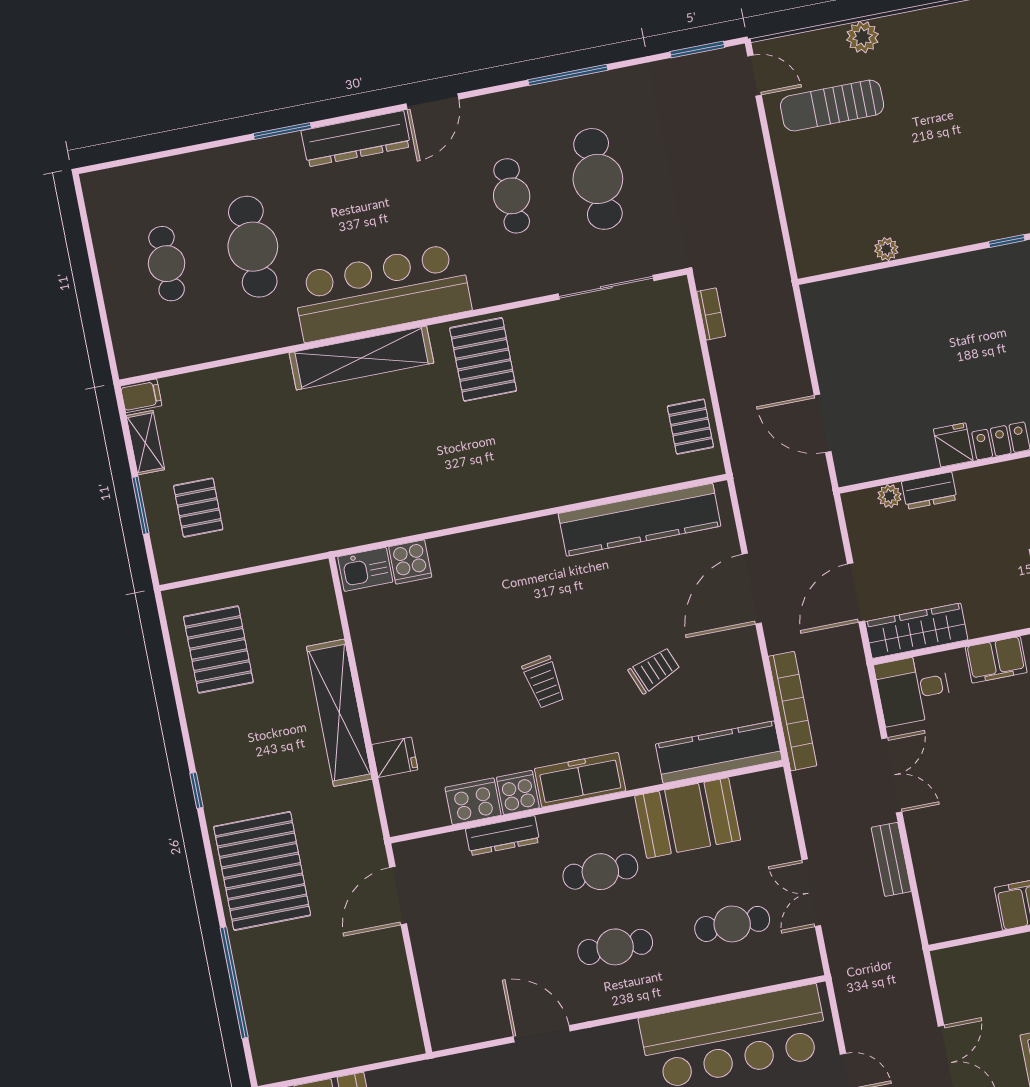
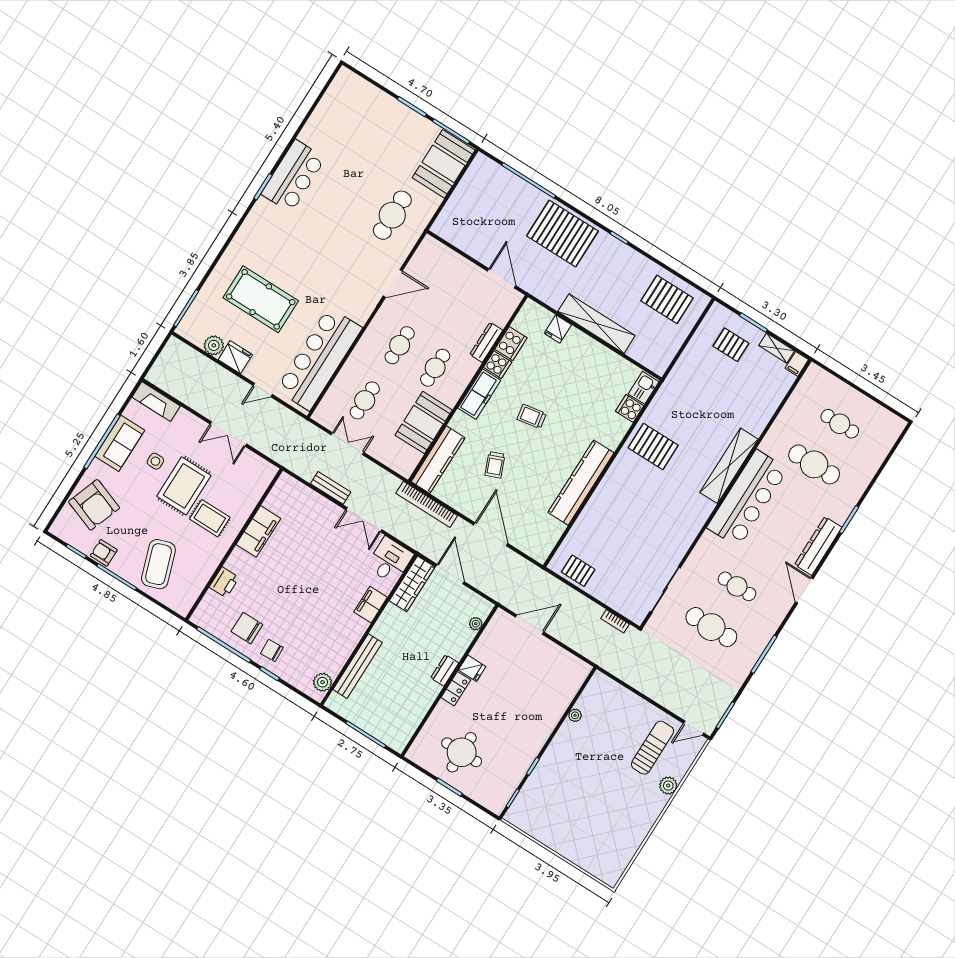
pallet: (483, 359) -> (653, 447), moved
dresser: (929, 491) -> (445, 670), moved
kitchen counter: (640, 520) -> (581, 483), moved

